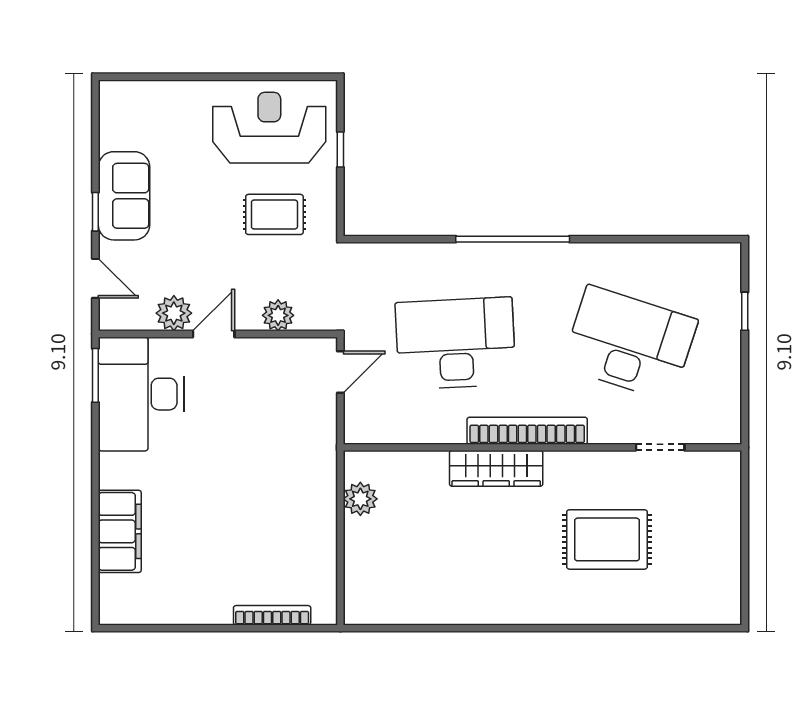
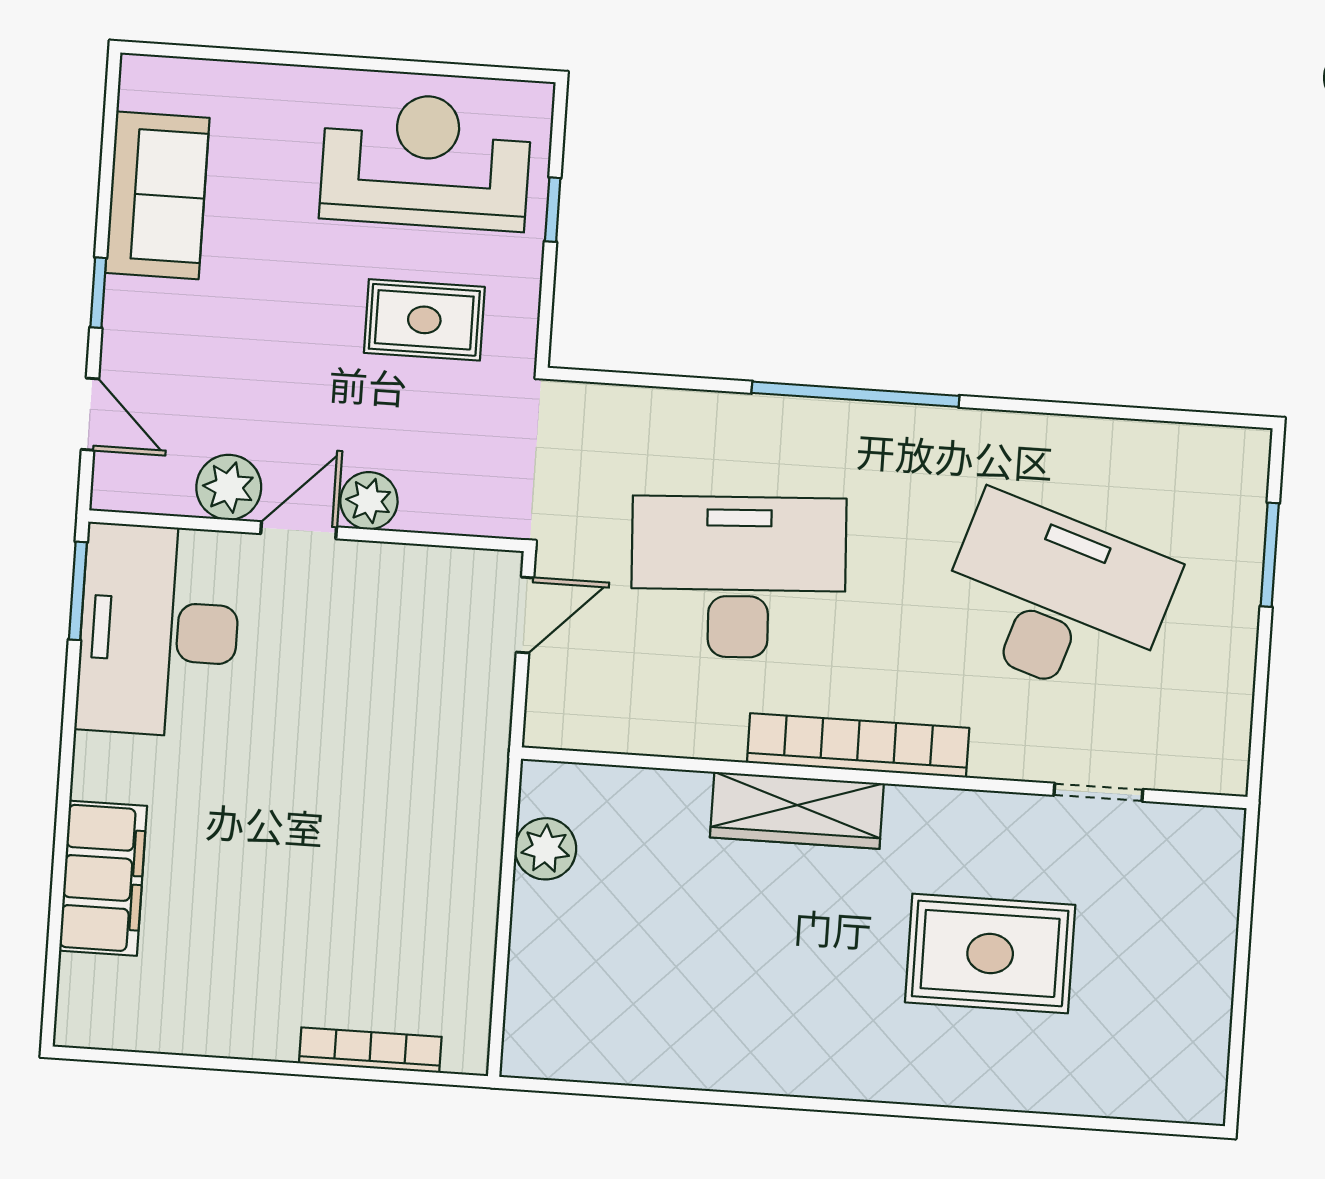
sofa: (124, 196) -> (157, 195), moved
window: (745, 311) -> (1270, 555), width x1.50
plant: (278, 315) -> (369, 501), moved

